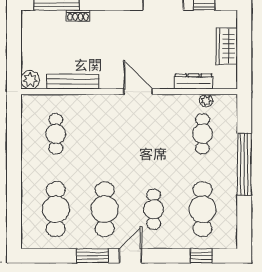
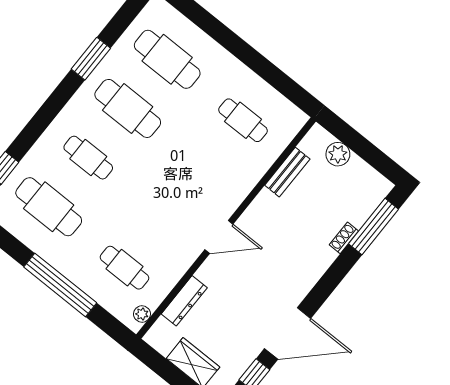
plant: (30, 80) -> (338, 154), moved
bench: (73, 82) -> (287, 172), width x0.73
plant: (206, 101) -> (142, 314), moved
door: (131, 256) -> (60, 97), removed

